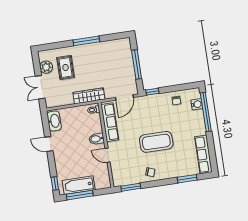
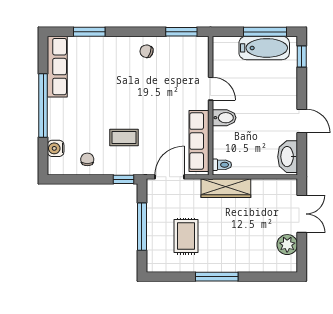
rug: (66, 68) -> (186, 236), moved
window: (206, 112) -> (43, 105), moved
coffee table: (156, 142) -> (124, 137), moved, width x0.54, depth x0.58

